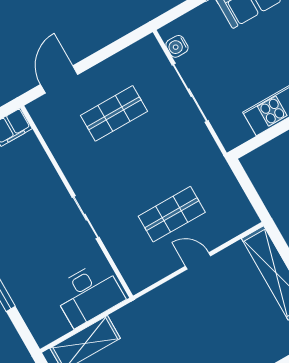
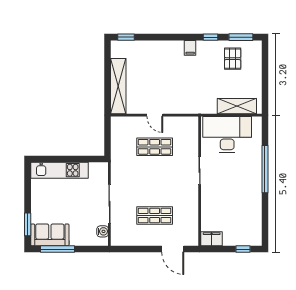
door: (59, 79) -> (173, 249), hinge flipped
desk: (88, 294) -> (227, 135), width x1.36, depth x1.30

